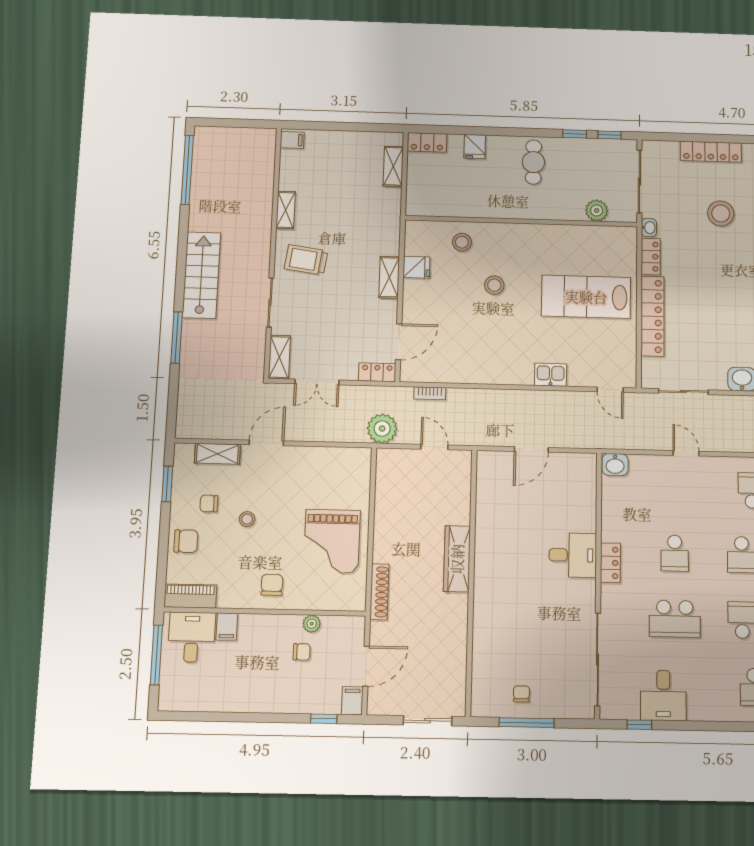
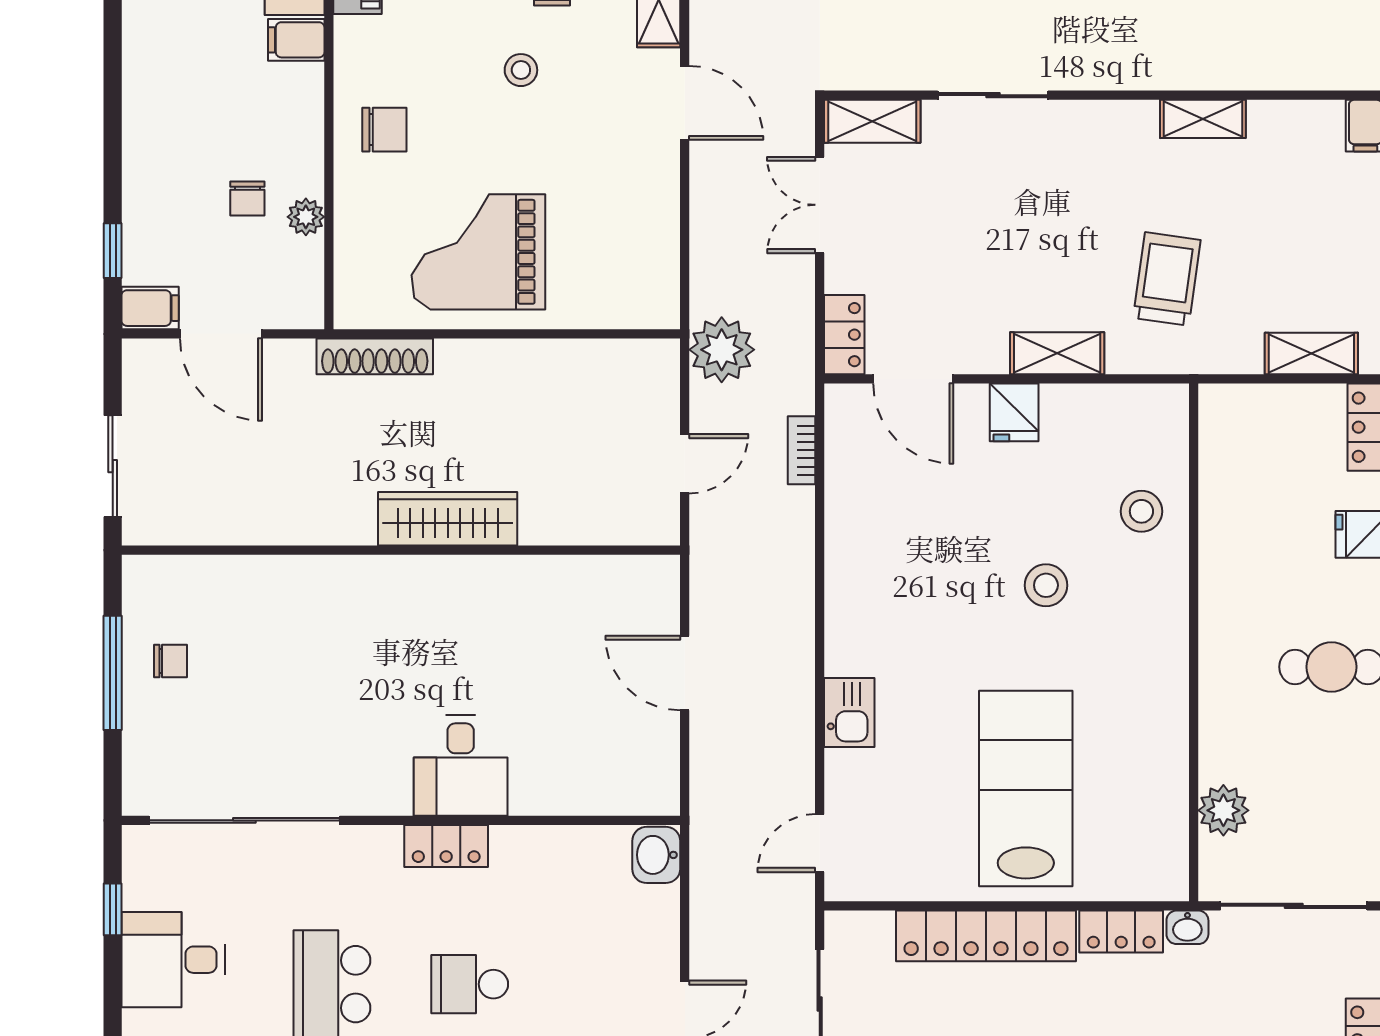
trolley: (306, 260) -> (1167, 279), moved
fridge: (416, 267) -> (1014, 412), moved

